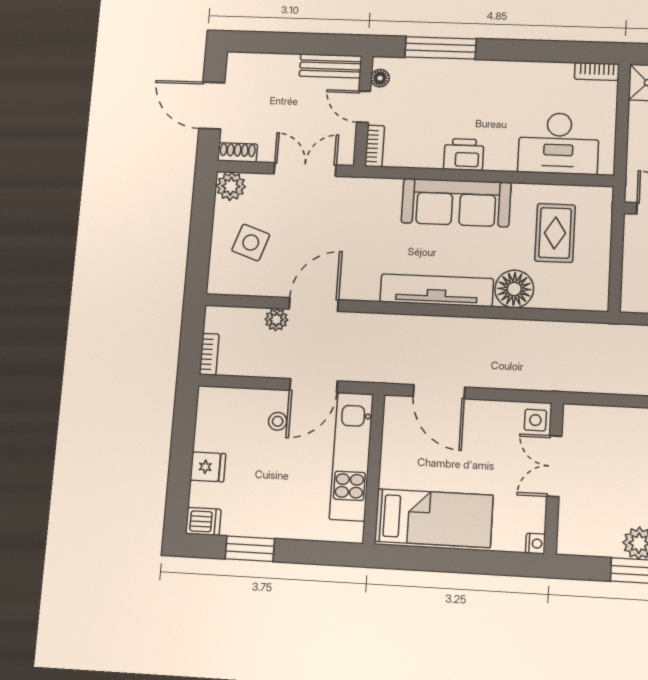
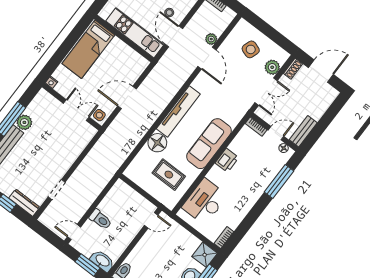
plant: (231, 186) -> (272, 67), moved
door: (439, 392) -> (127, 98), moved

